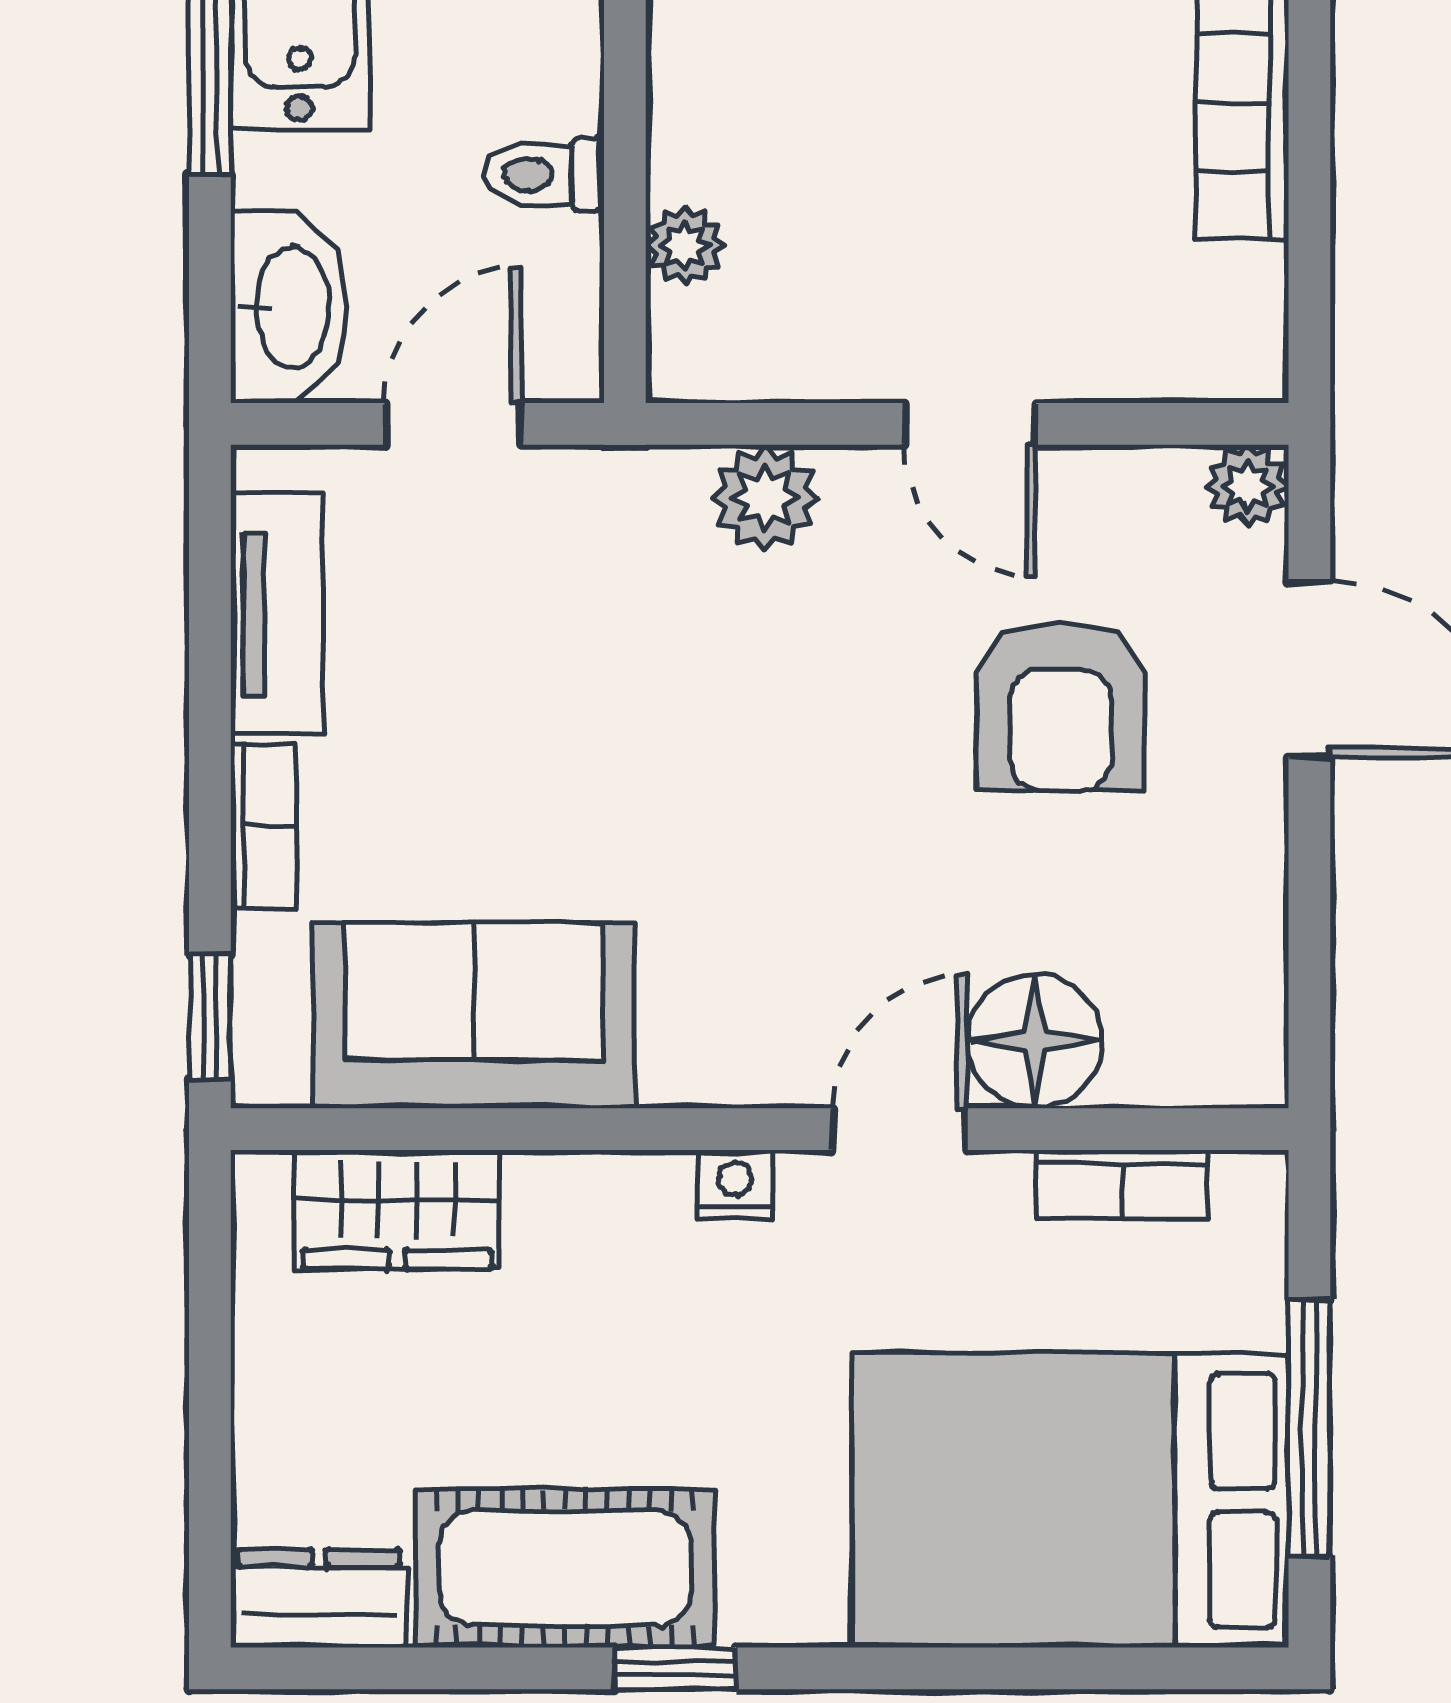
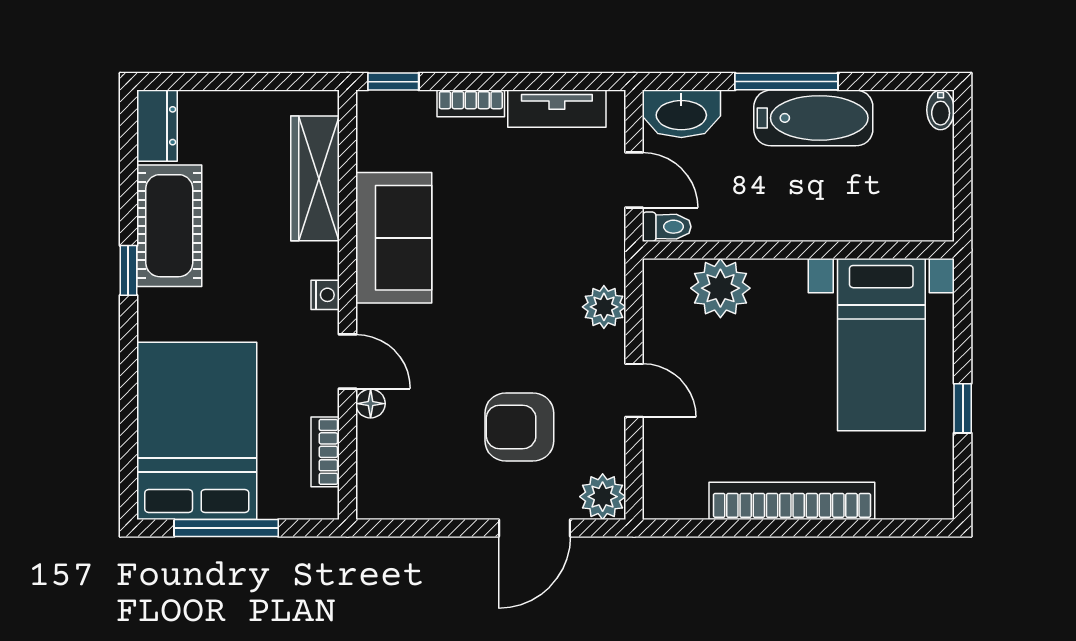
toilet: (544, 174) -> (667, 227), moved, turned 90
plant: (685, 245) -> (720, 288), width x1.87, depth x1.87
door: (970, 424) -> (634, 390), swing flipped
plant: (1247, 486) -> (603, 497), width x1.38, depth x1.38
sofa: (474, 1015) -> (394, 238), moved
floor lamp: (1034, 1041) -> (371, 404), width x0.53, depth x0.53
wardrobe: (397, 1209) -> (315, 178), width x1.50

